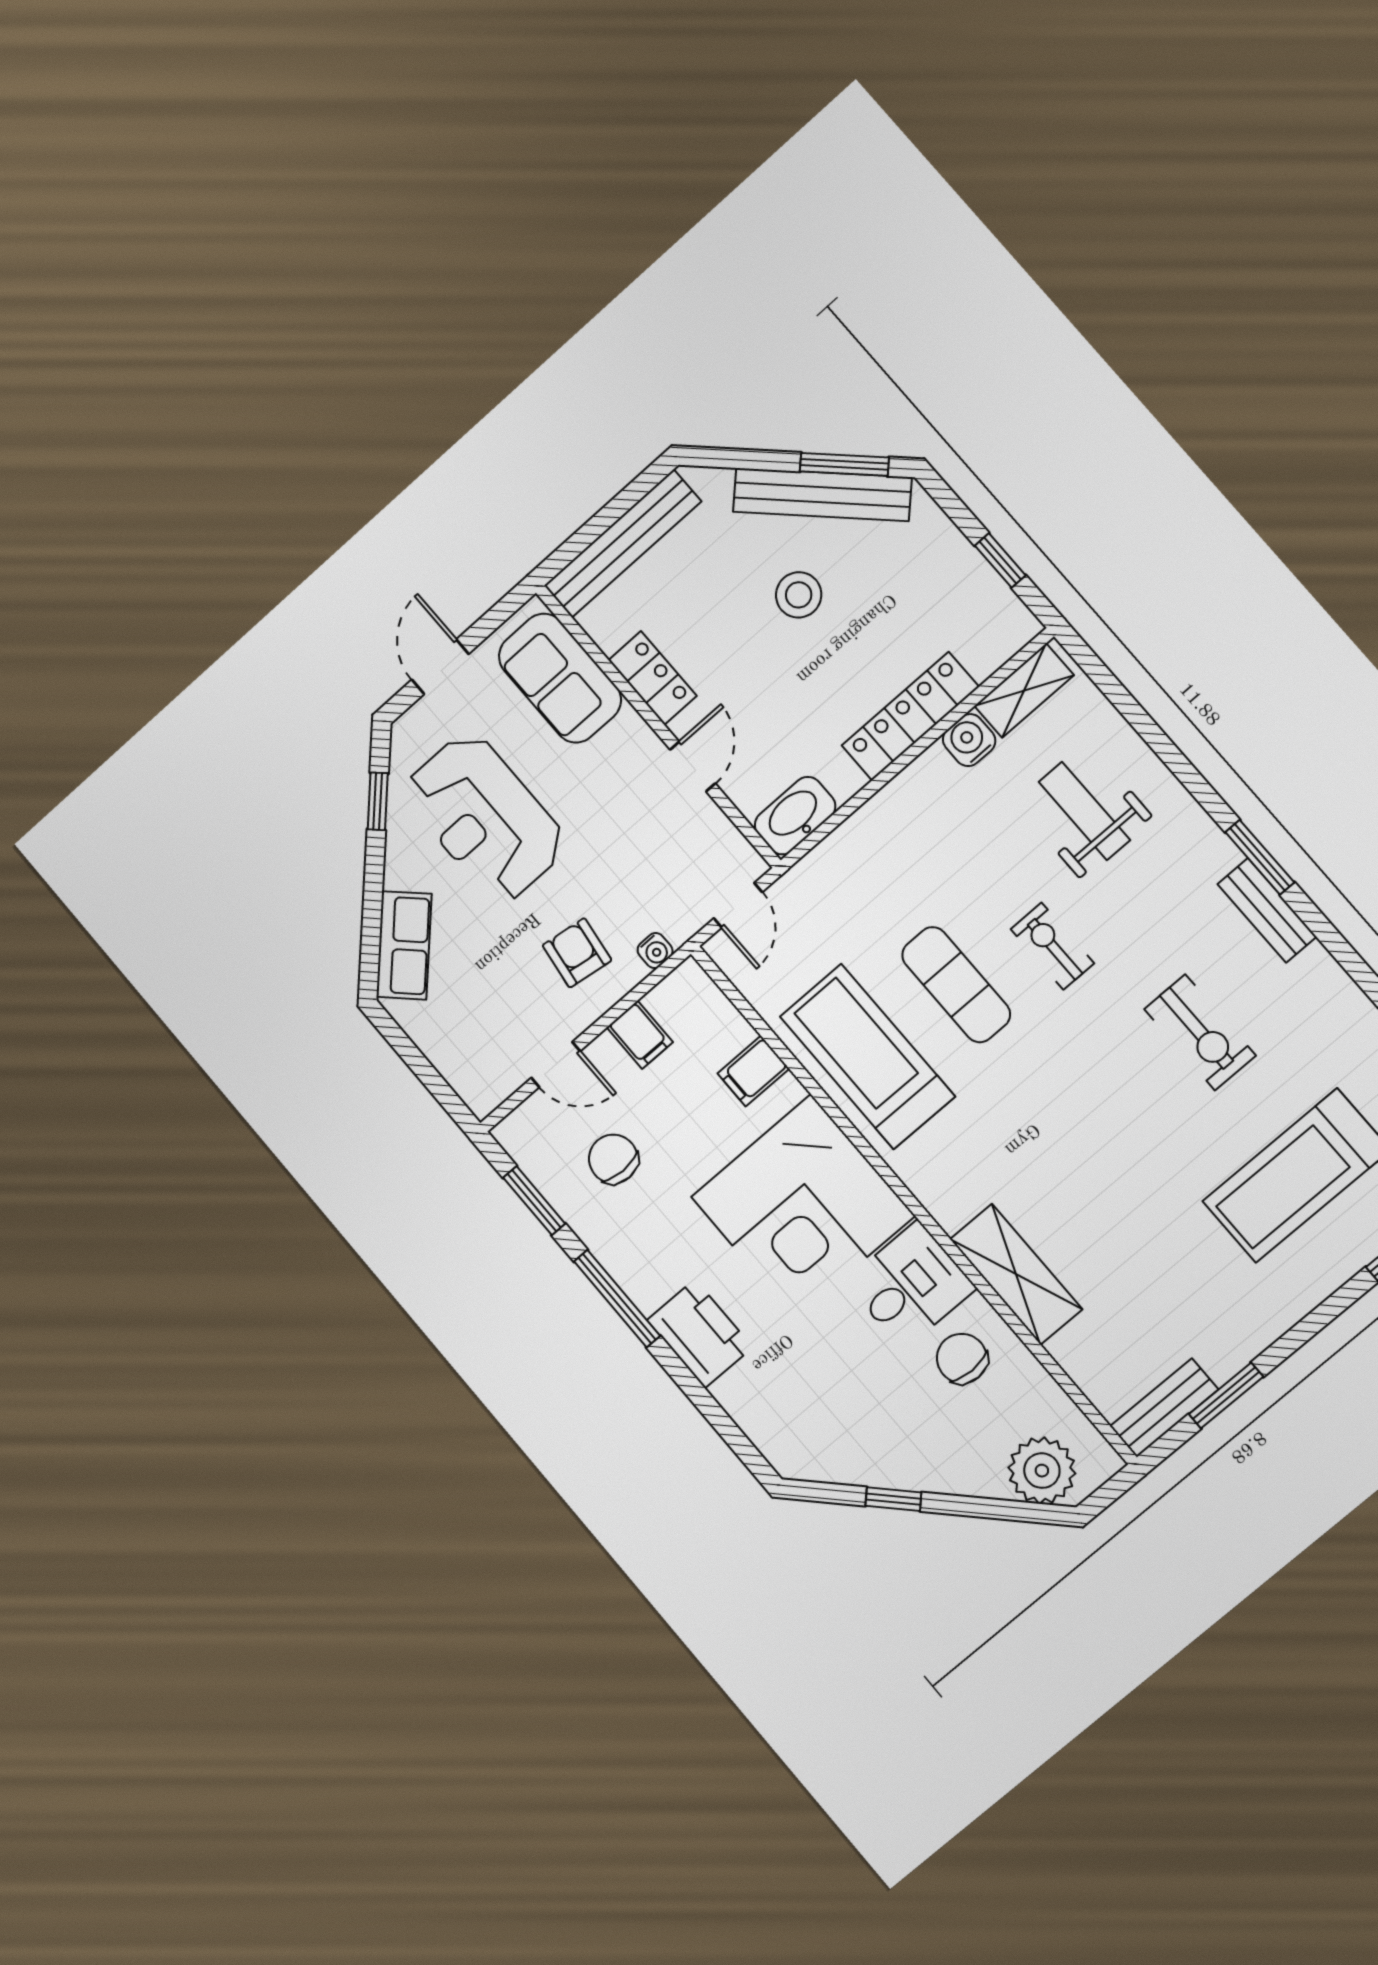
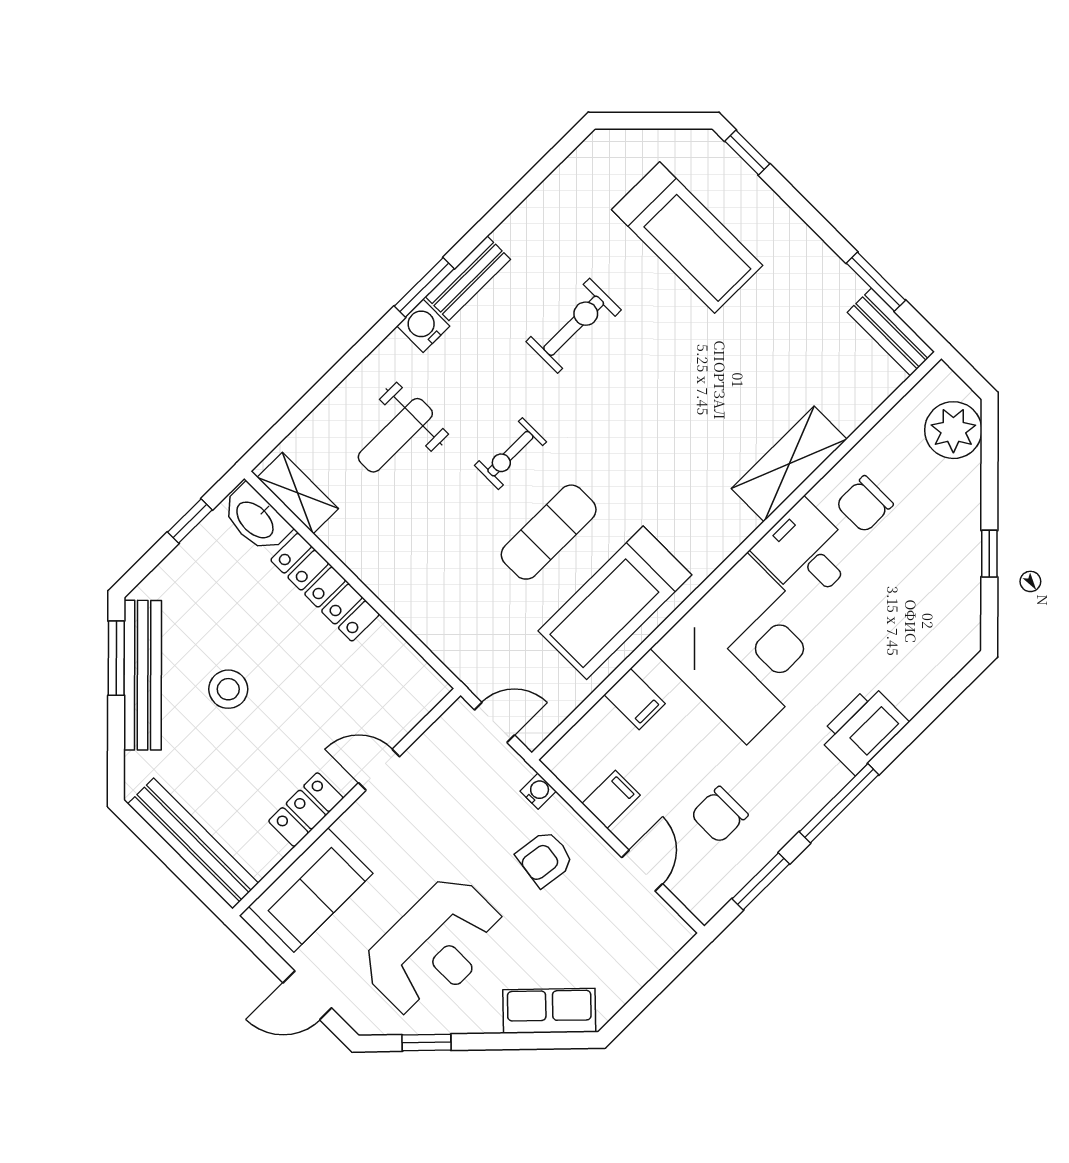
water cooler: (969, 740) -> (423, 326), moved, turned 90
washbasin: (795, 816) -> (256, 519), moved

